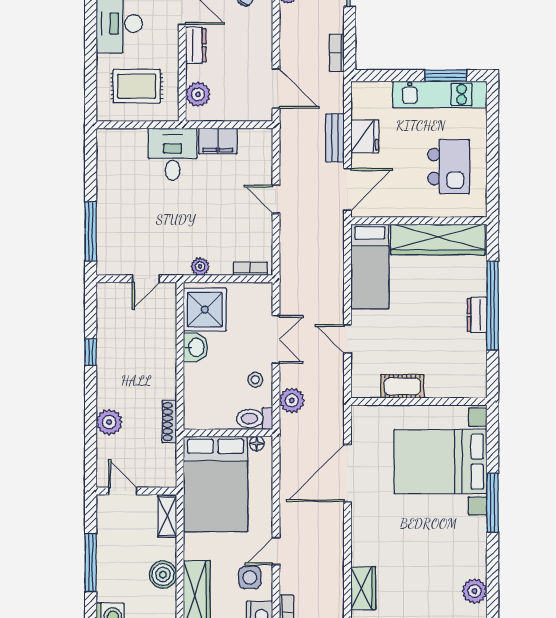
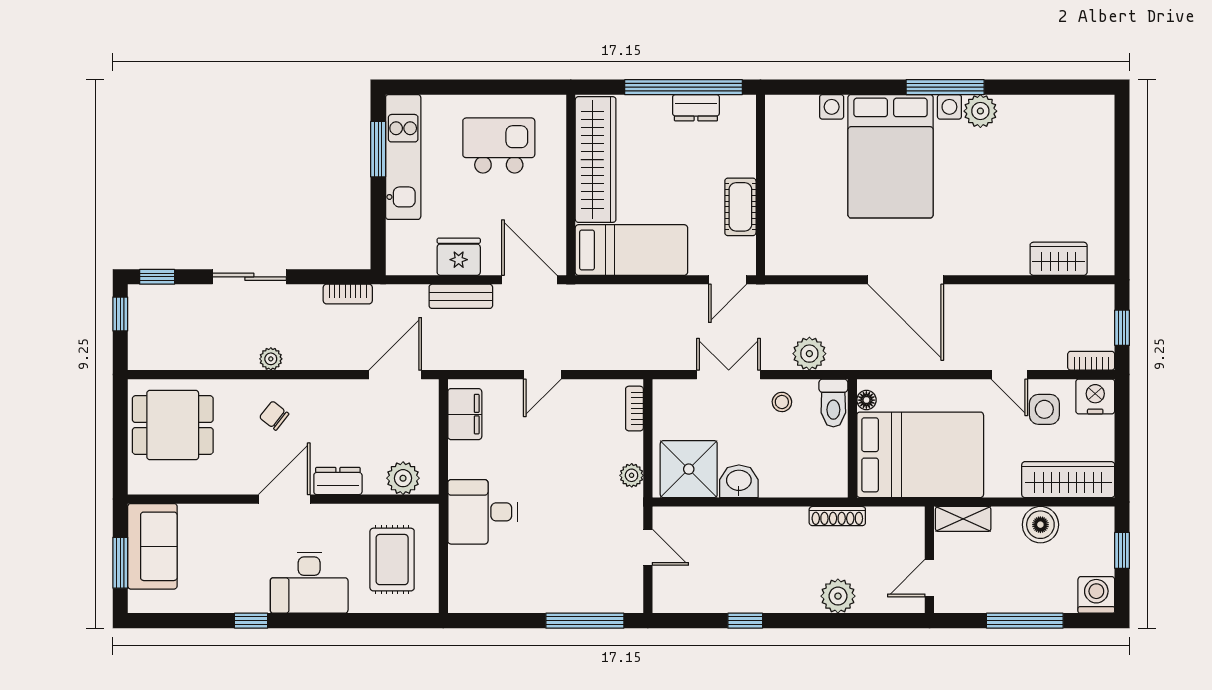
filing cabinet: (218, 141) -> (465, 414), moved
cot: (402, 386) -> (740, 207), moved
wall: (419, 402) -> (760, 185), moved
plant: (475, 591) -> (980, 111), moved

